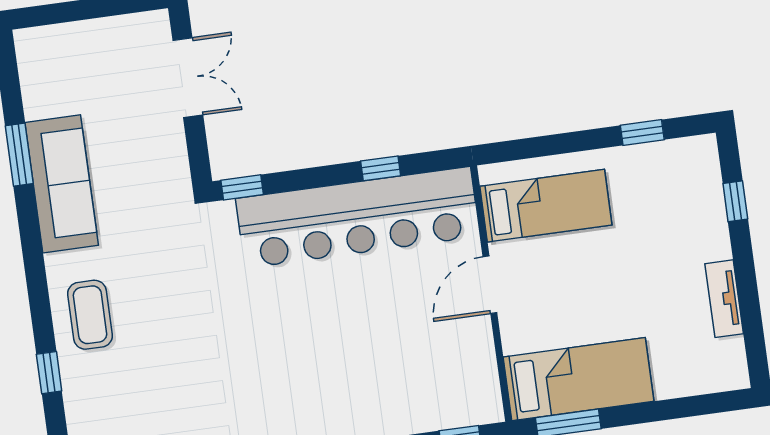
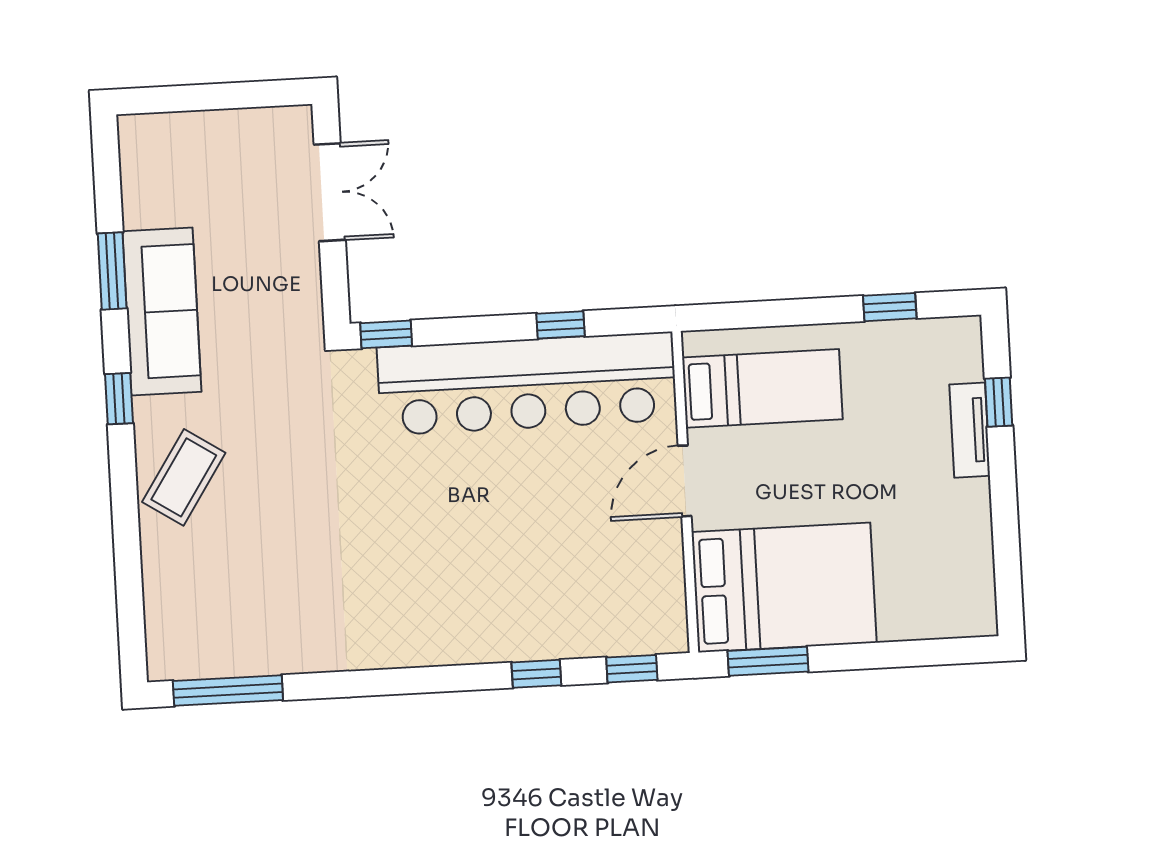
tv unit: (724, 299) -> (970, 430), moved
coffee table: (90, 315) -> (184, 477), turned 33
window: (49, 373) -> (119, 399), moved
bed: (578, 379) -> (784, 587), width x1.50

